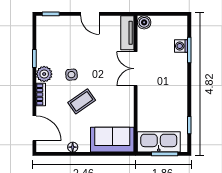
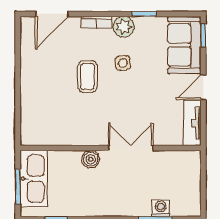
boiler: (144, 22) -> (91, 159), moved
tv unit: (127, 33) -> (192, 123), moved, turned -90
coffee table: (82, 101) -> (87, 77), turned 35
sofa: (112, 140) -> (184, 45), moved, turned 180
floor lamp: (73, 147) -> (27, 65), removed

